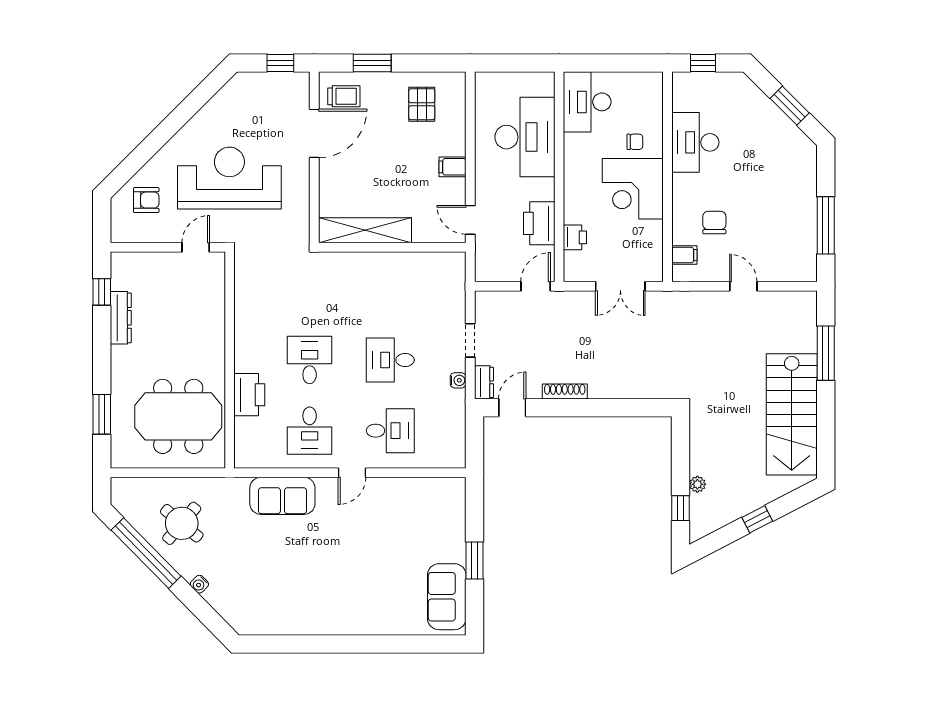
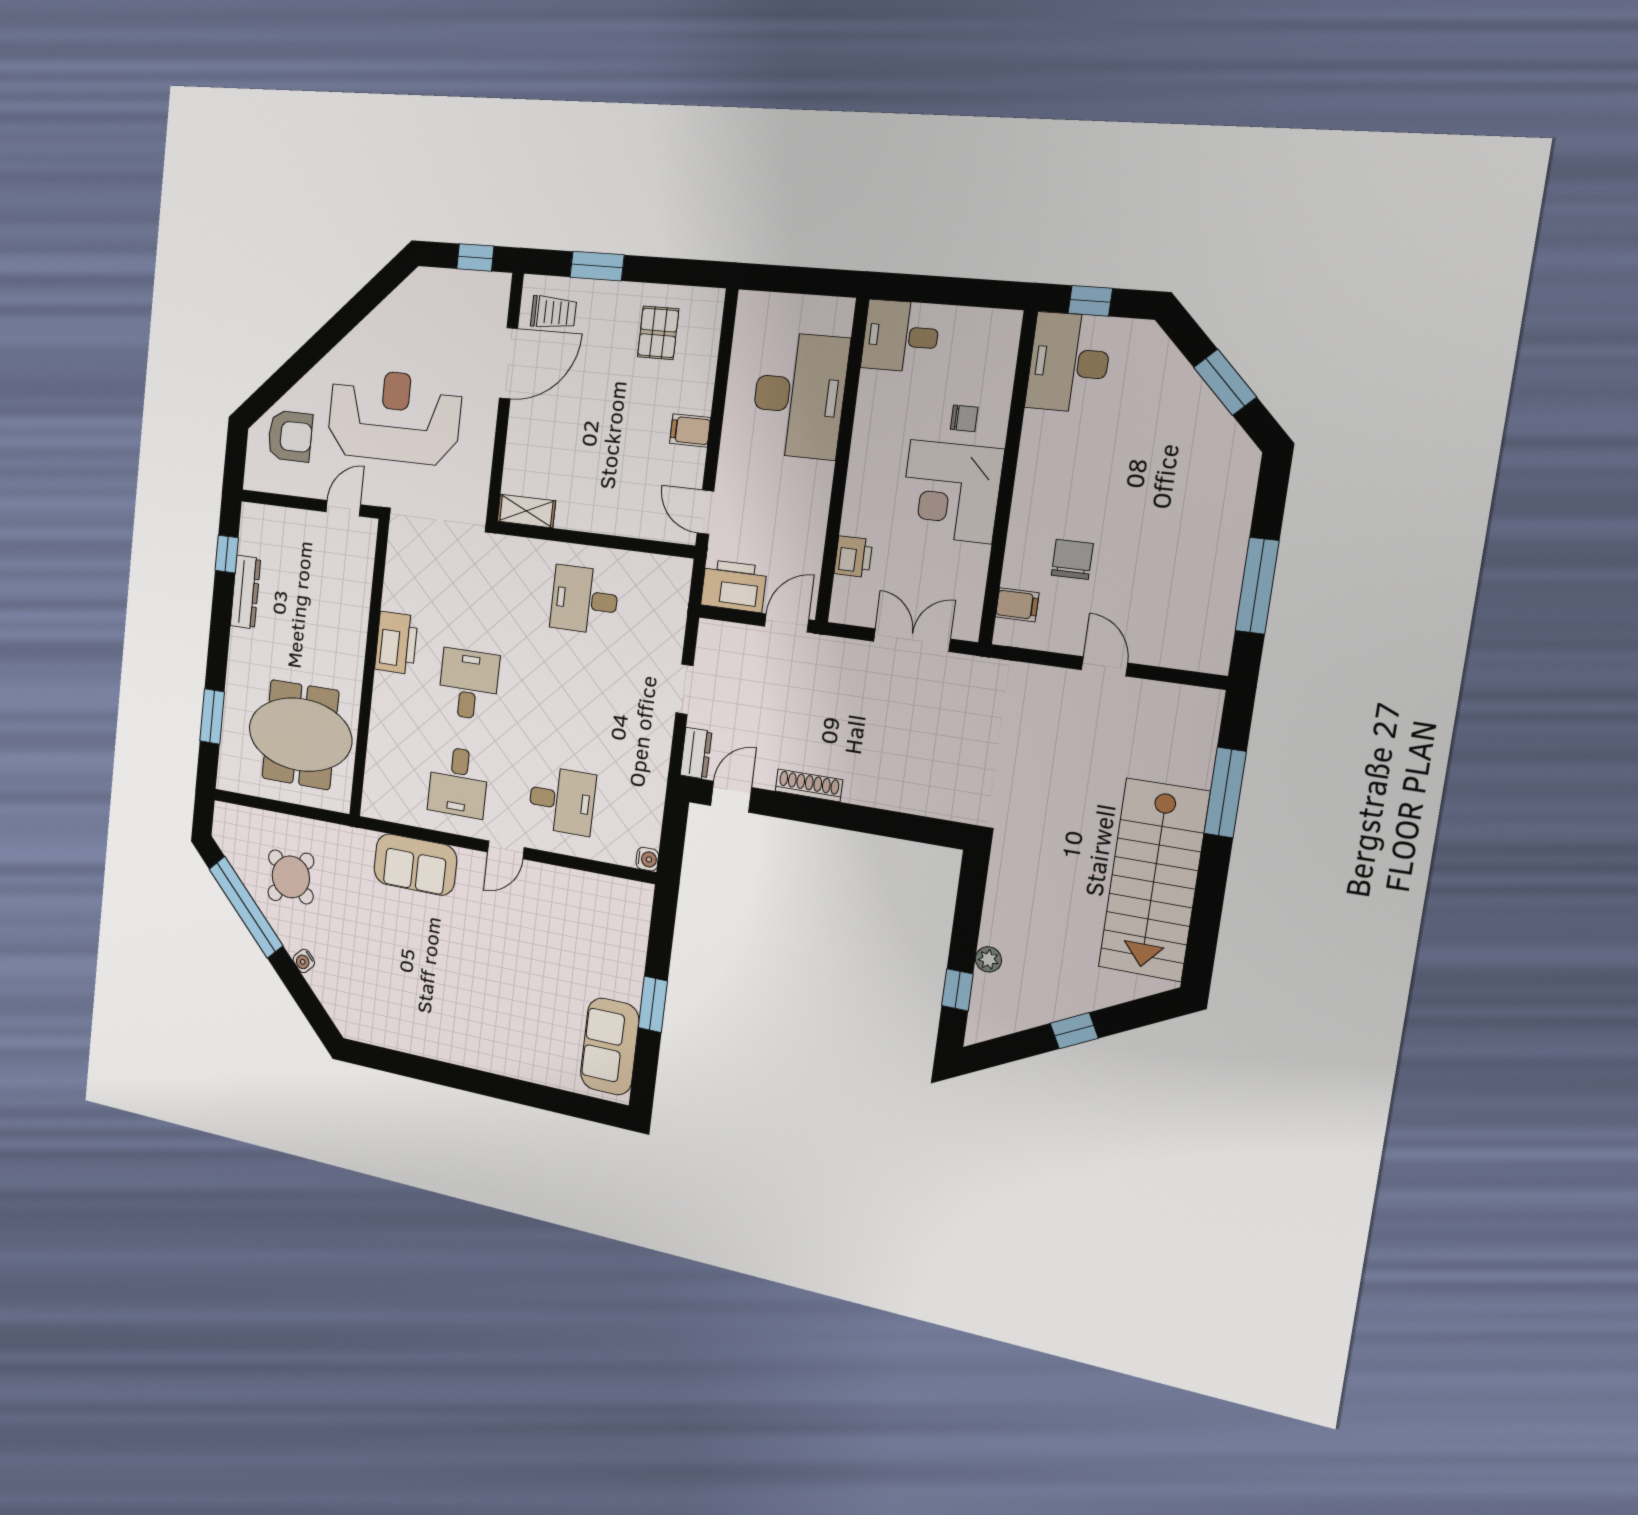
desk: (587, 102) -> (901, 336), width x0.73
desk: (695, 142) -> (1069, 363), moved
armchair: (146, 200) -> (290, 436), width x1.38, depth x1.38
printer: (539, 223) -> (734, 586), moved, turned 90
shelving: (365, 230) -> (526, 511), width x0.45, depth x0.75
double door: (620, 286) -> (912, 640), swing flipped
desk: (390, 360) -> (584, 600), moved
water cooler: (458, 380) -> (647, 859), moved
printer: (249, 395) -> (396, 643), moved

